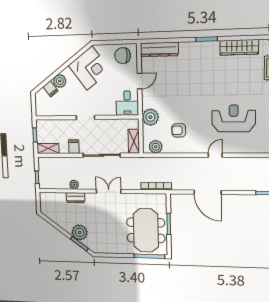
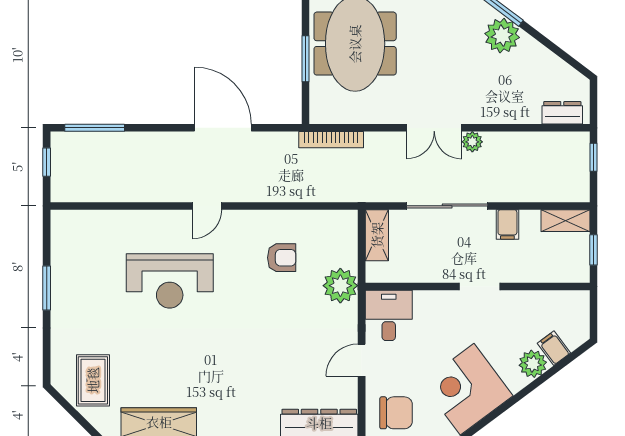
plant: (156, 147) -> (331, 224), removed
plant: (74, 185) -> (472, 142), moved
dresser: (75, 198) -> (562, 113), moved

